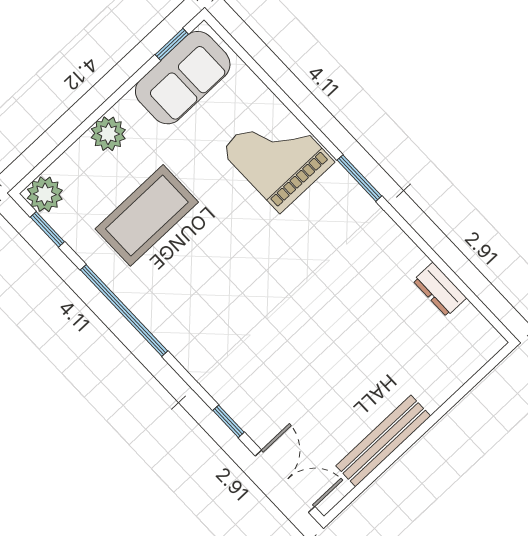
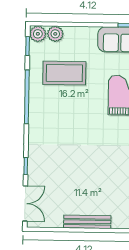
plant: (108, 134) -> (55, 34), moved
bench: (383, 441) -> (87, 222), moved

